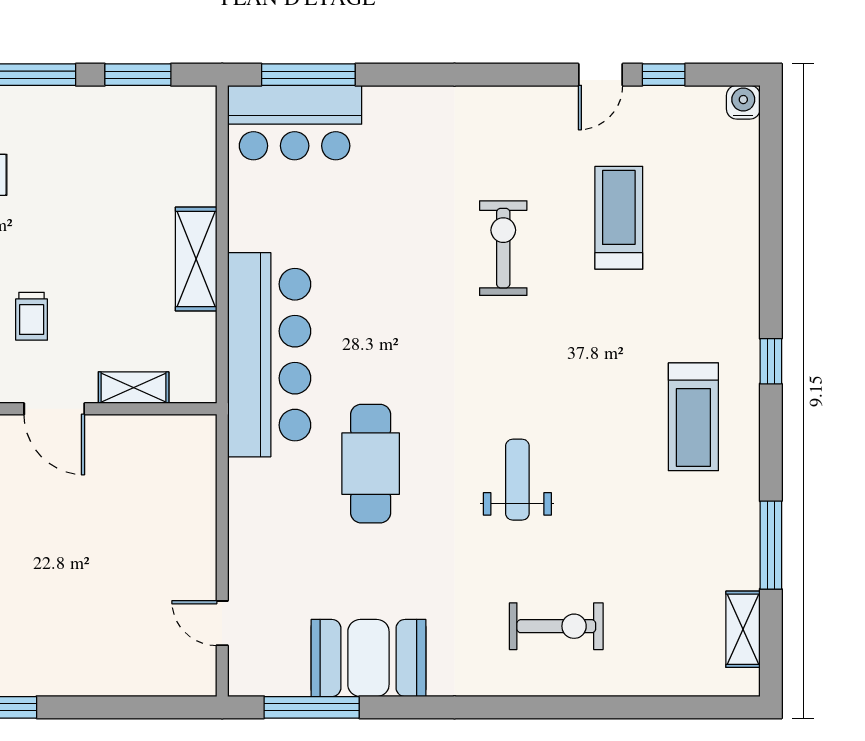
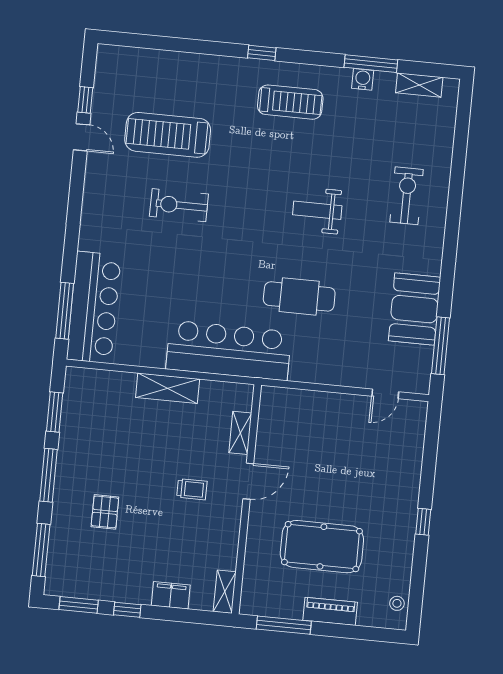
water cooler: (743, 102) -> (363, 79), moved, turned 90
bar counter: (295, 123) -> (94, 307), width x1.36
treadmill: (619, 218) -> (168, 135), width x1.37, depth x1.38

